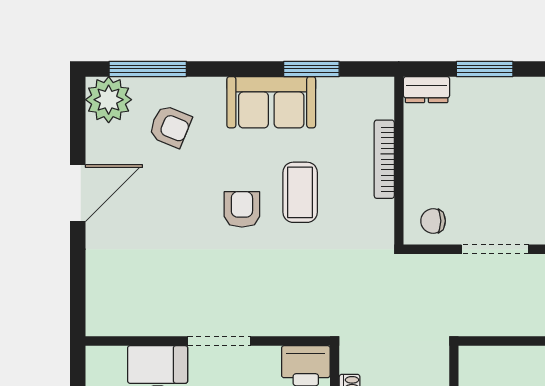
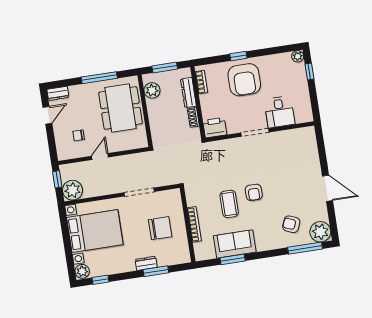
dresser: (427, 90) -> (146, 263), moved
sofa: (271, 102) -> (235, 244), moved
door: (78, 193) -> (328, 188), swing flipped
chair: (433, 221) -> (160, 228), moved, width x1.87, depth x1.87

